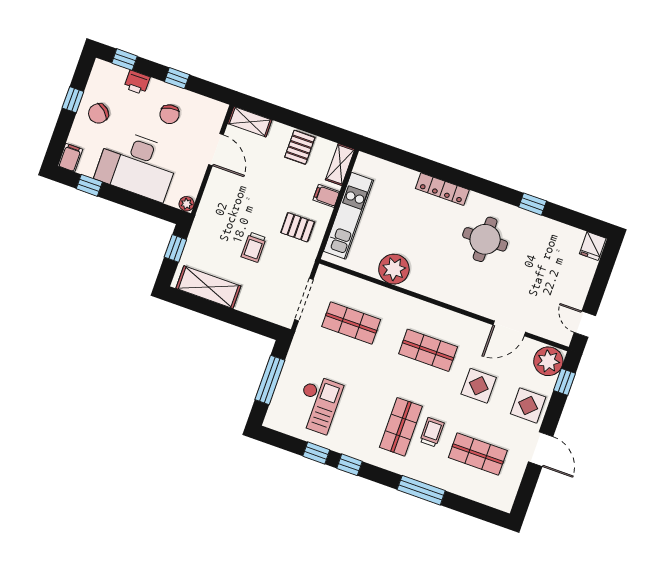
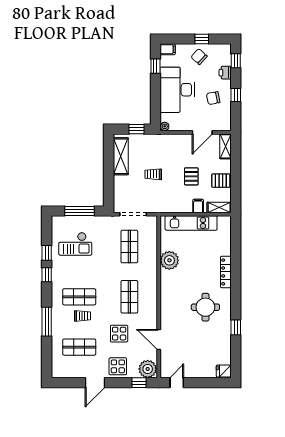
pallet: (298, 227) -> (191, 176), moved
shop shelf: (478, 454) -> (79, 347), turned 90

